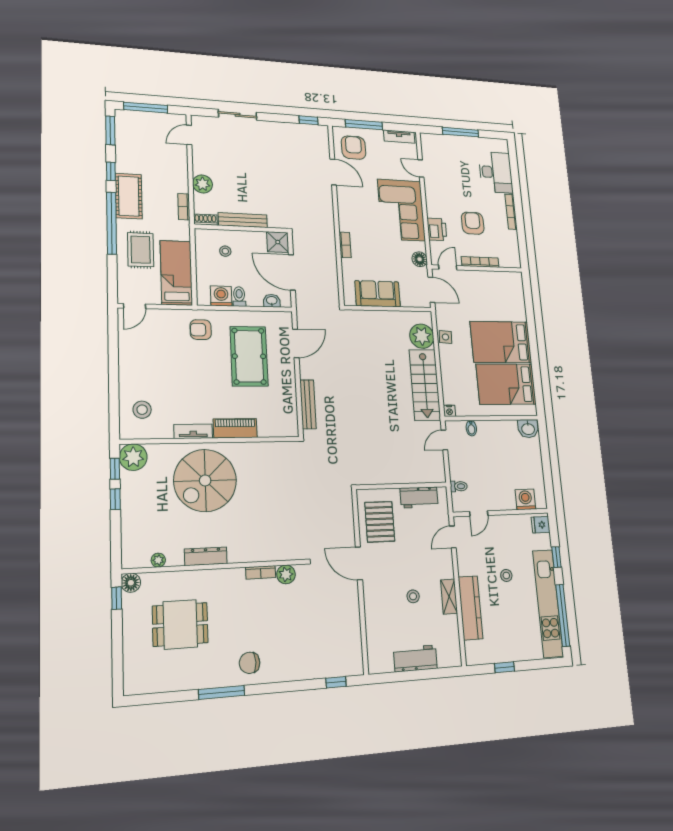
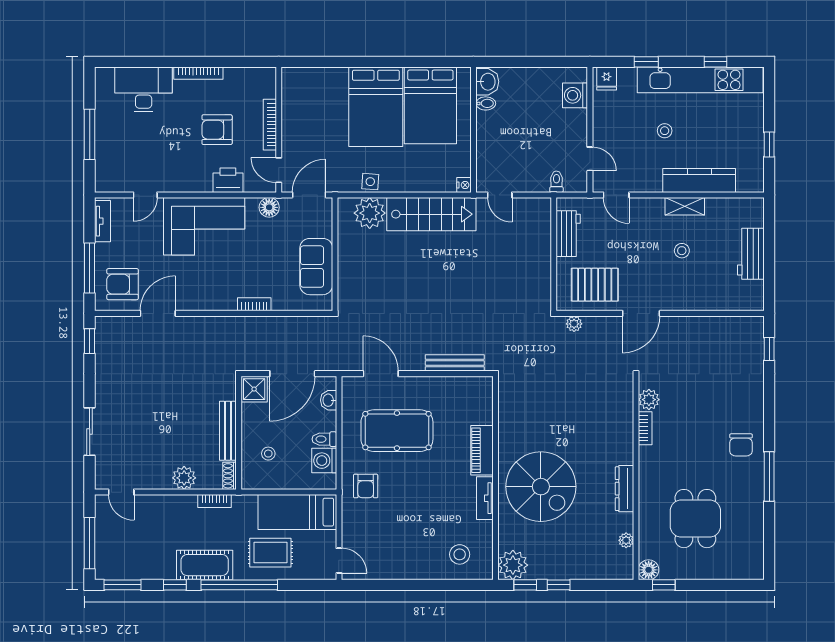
bidet: (471, 428) -> (486, 103), moved
plant: (346, 505) -> (574, 324), added
window: (563, 615) -> (716, 62), width x0.32

